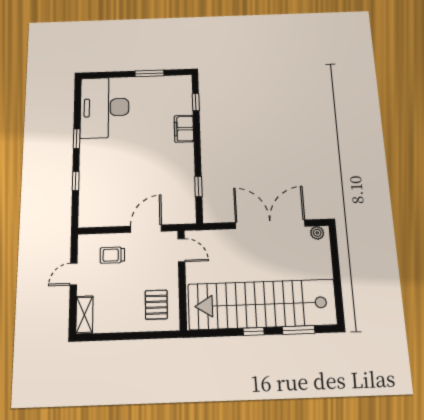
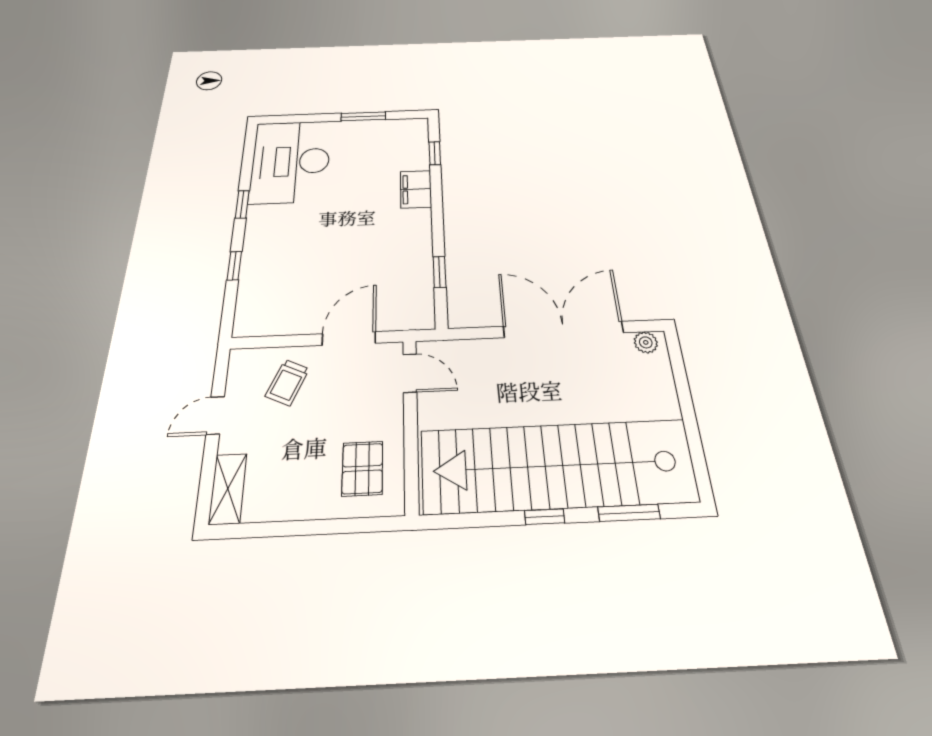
trolley: (112, 255) -> (287, 382), turned -66

